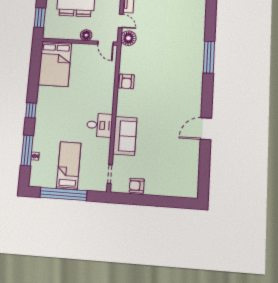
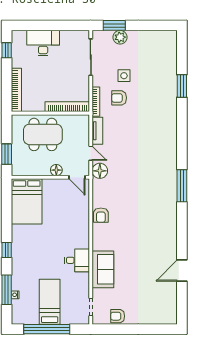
door: (206, 129) -> (182, 271), moved

